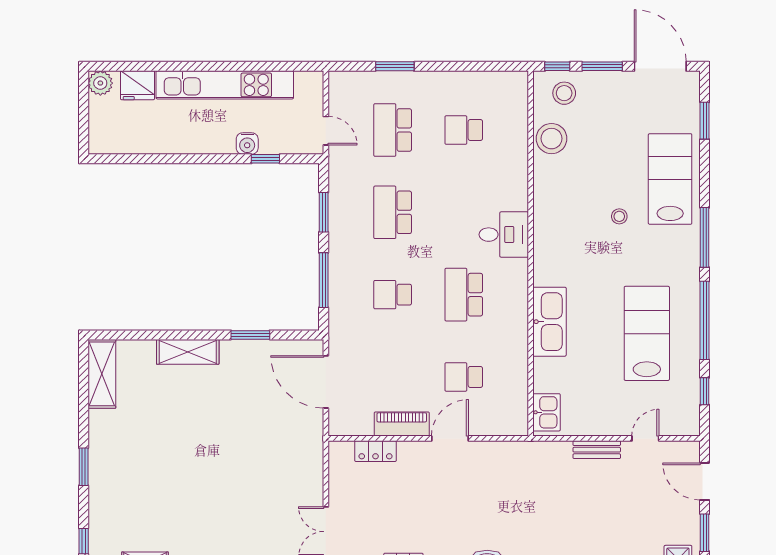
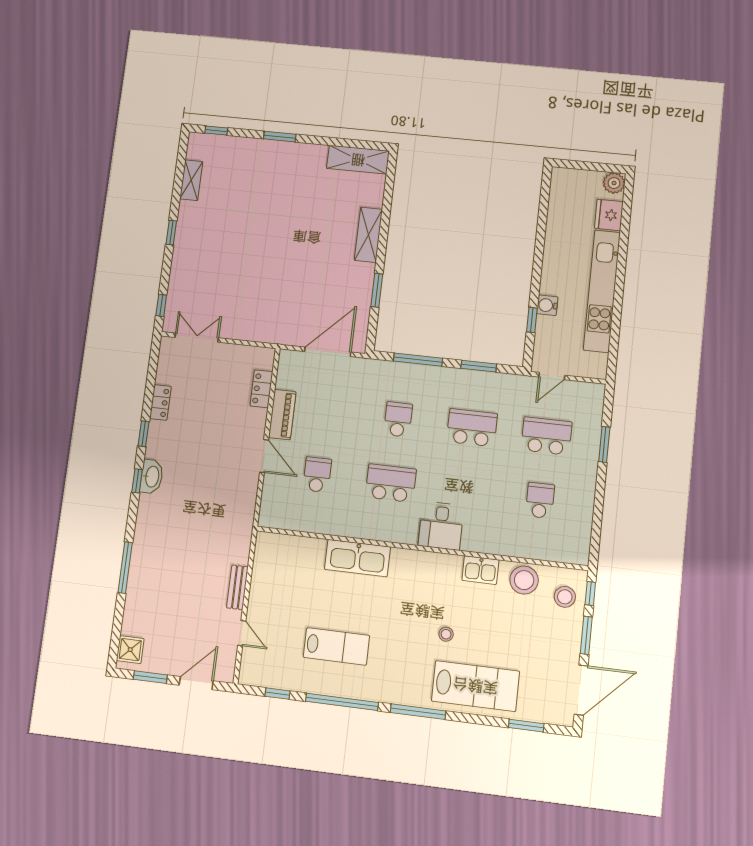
lab bench: (647, 333) -> (336, 646), width x0.73, depth x0.72
kitchen sink: (546, 412) -> (480, 570), moved

